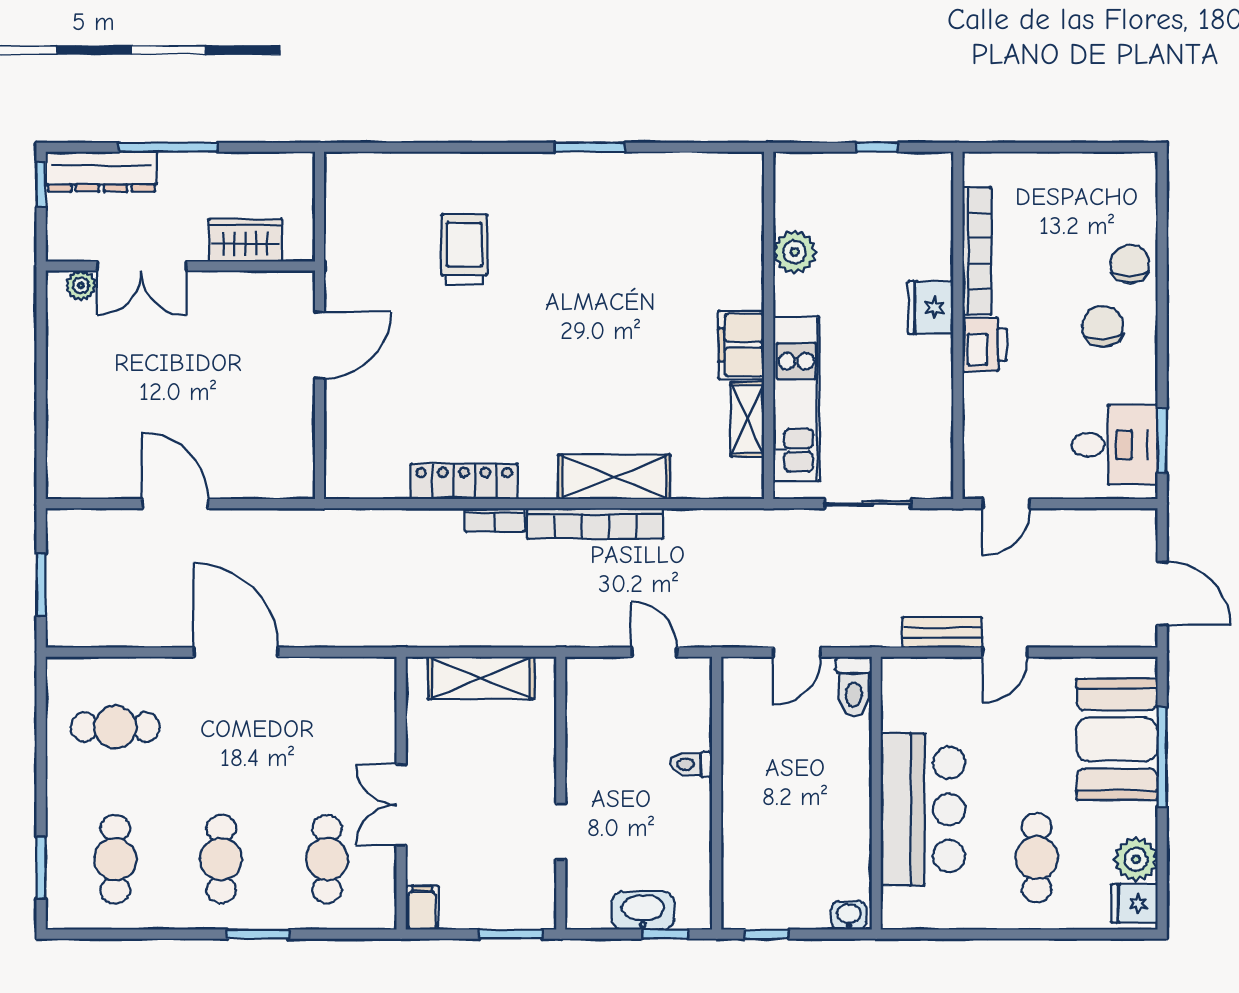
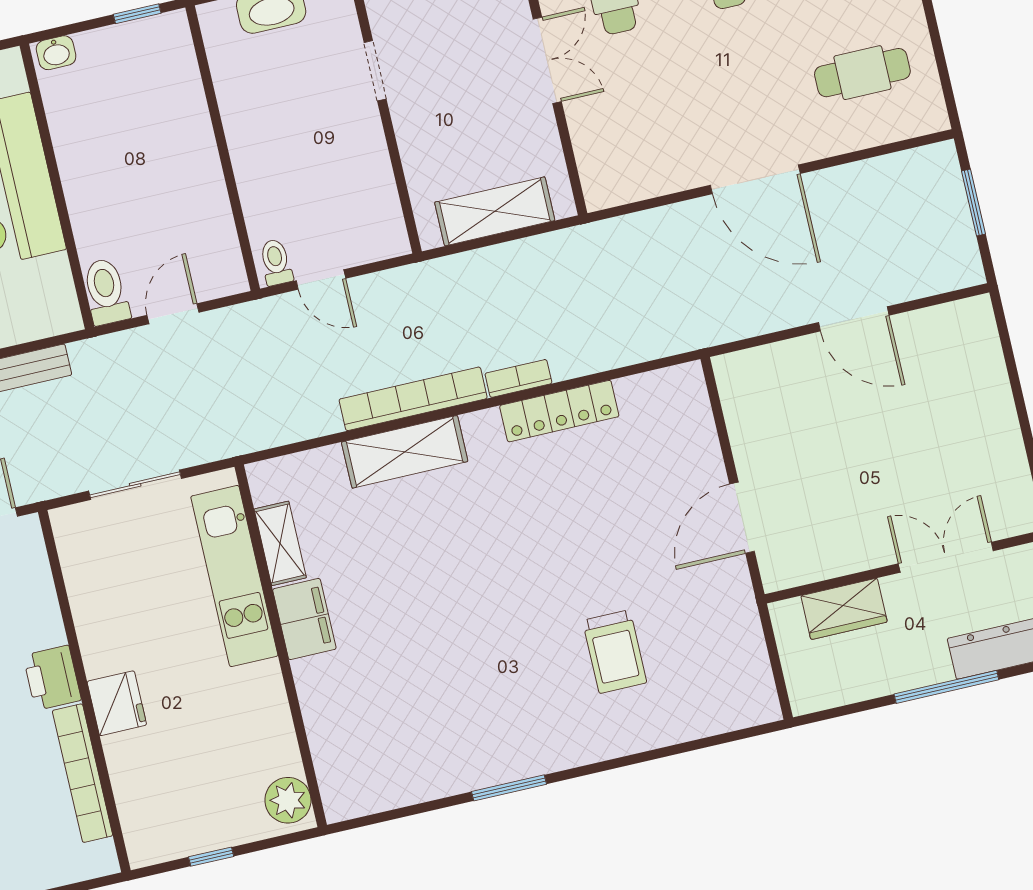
plant: (795, 252) -> (288, 800), moved
plant: (81, 285) -> (1004, 523), removed
toilet: (691, 764) -> (276, 262), moved, turned -90

